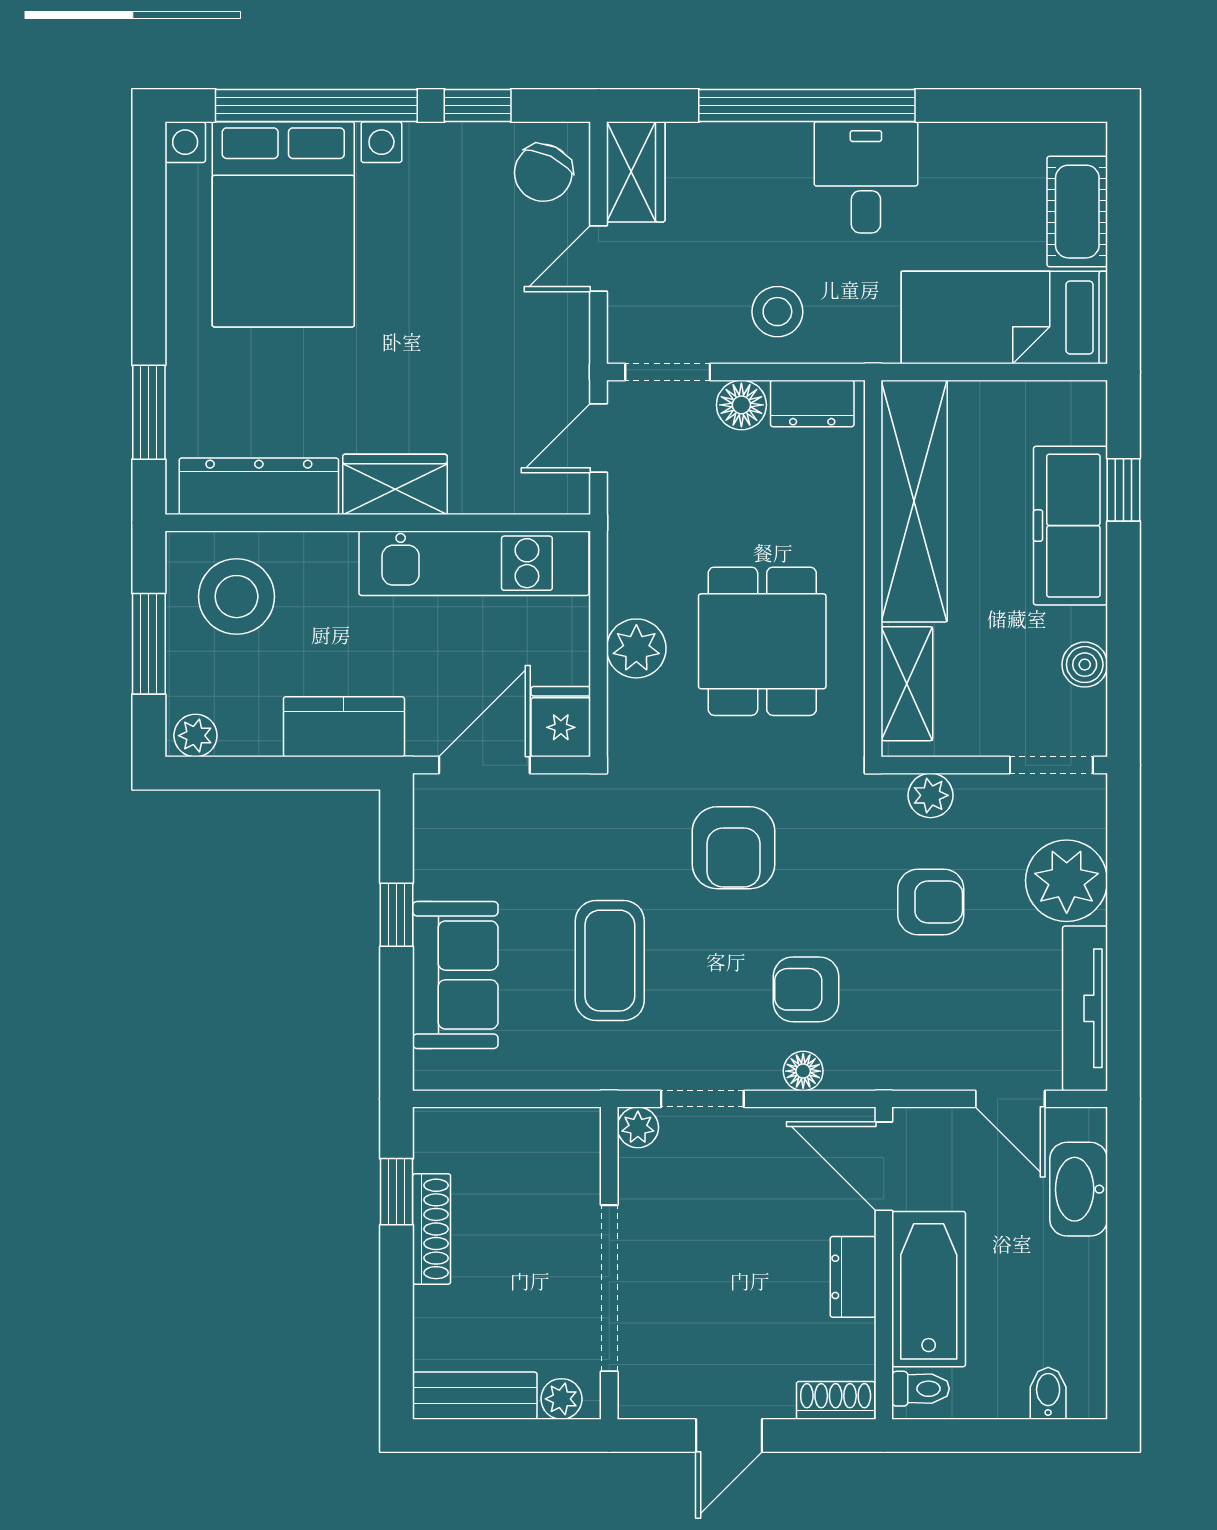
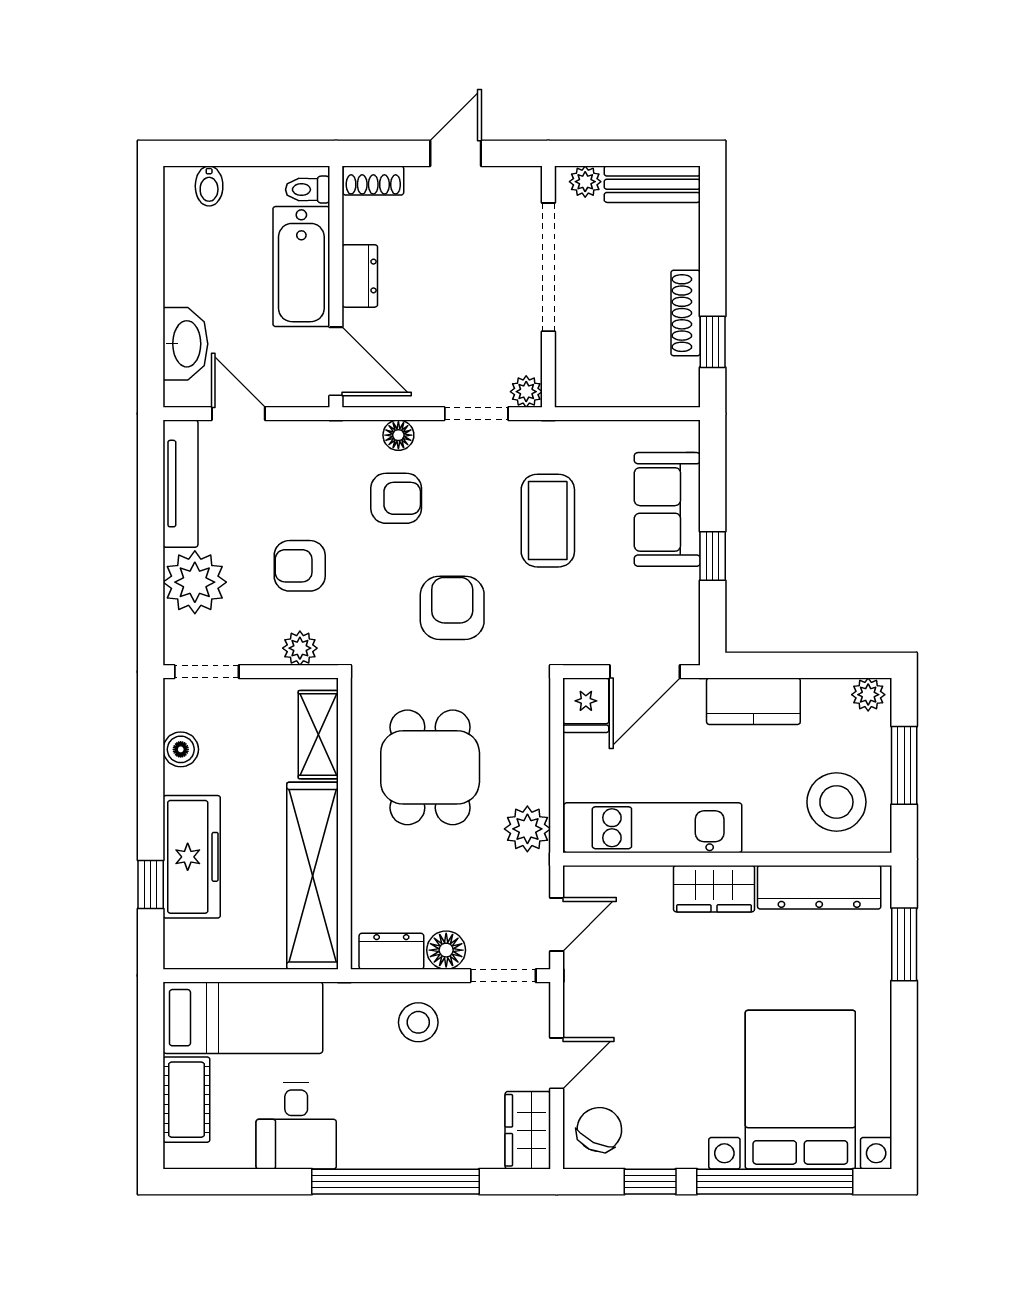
desk: (866, 177) -> (296, 1126), moved
plant: (636, 648) -> (527, 829), moved

